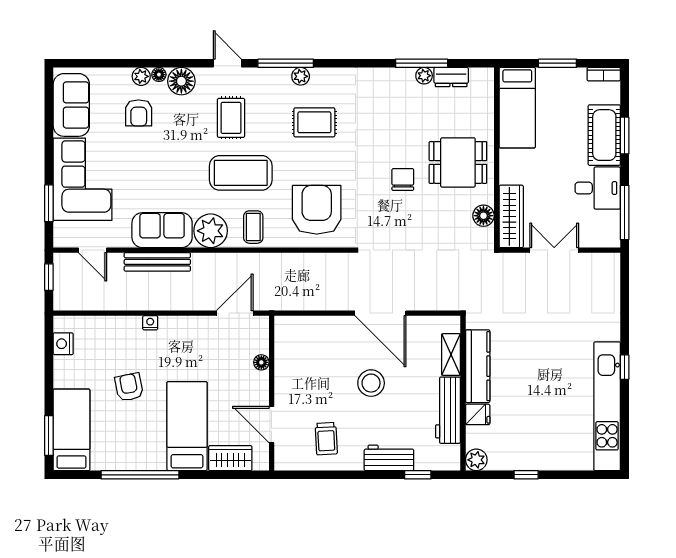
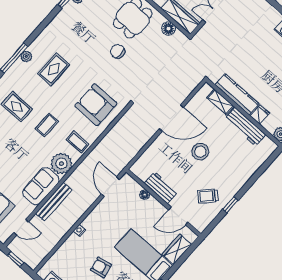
coffee table: (241, 173) -> (47, 125), width x0.54, depth x0.58
trolley: (326, 439) -> (208, 196), turned 136
workbench: (389, 458) -> (161, 188), moved, turned 90
window: (418, 475) -> (231, 205), moved

